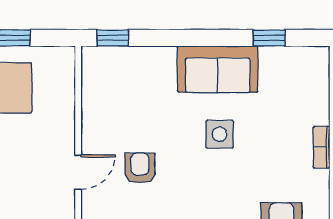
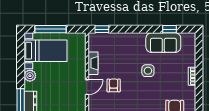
sofa: (218, 69) -> (163, 43), moved
fireplace: (92, 117) -> (93, 63), added

